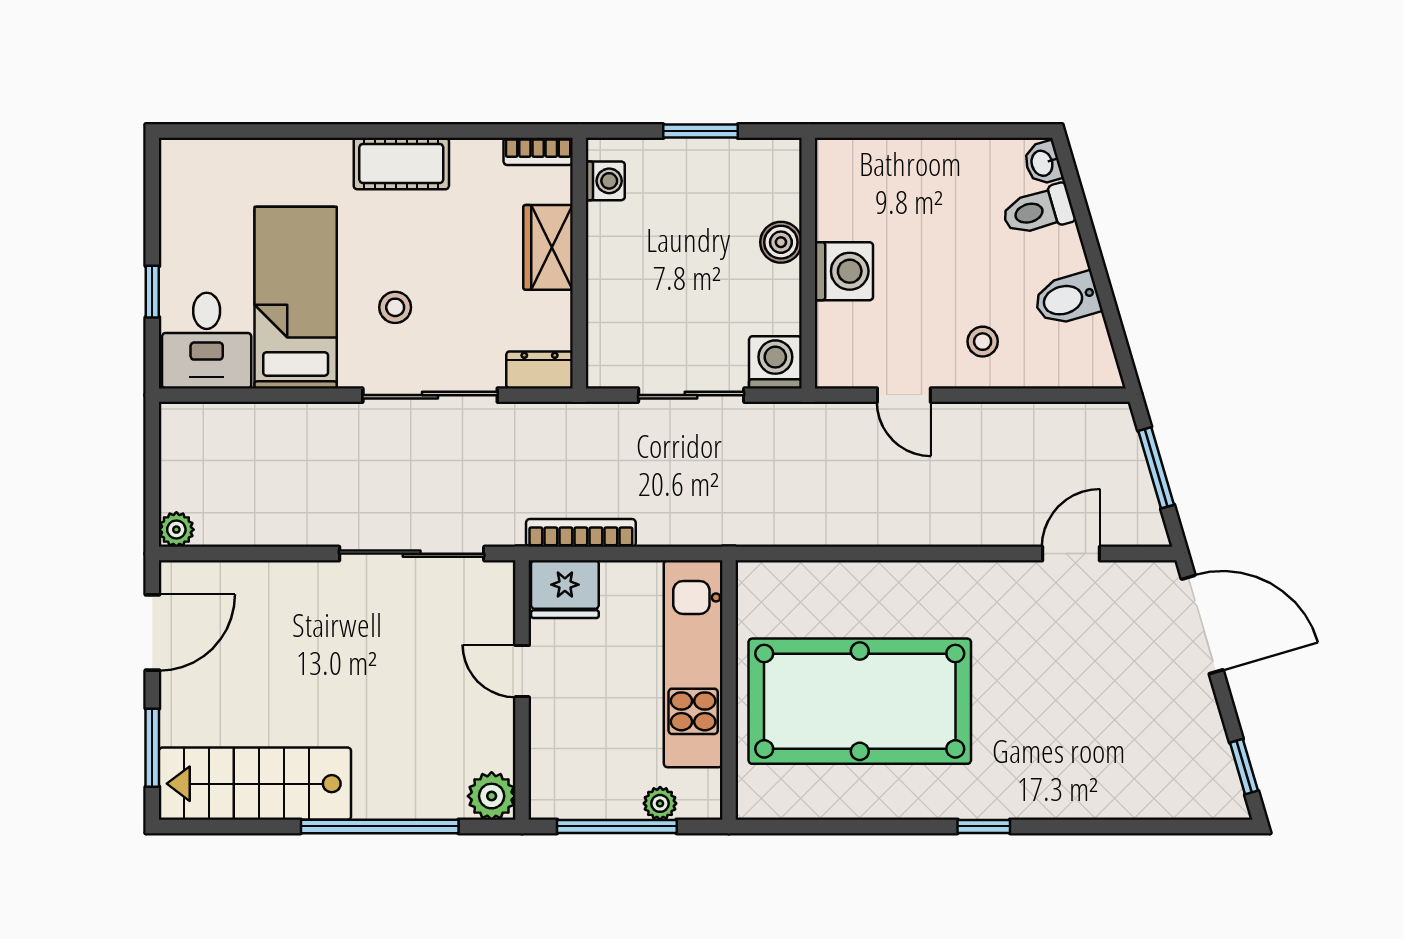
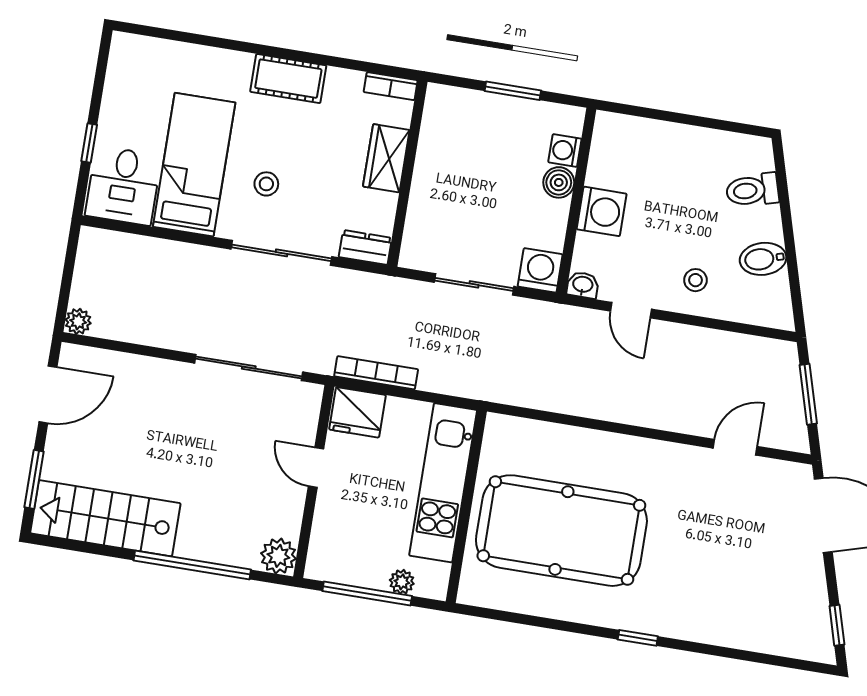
washbasin: (1043, 163) -> (583, 285), moved, turned 106
washing machine: (605, 181) -> (565, 150), moved, turned 180

